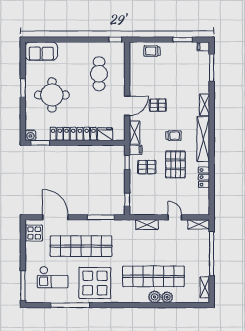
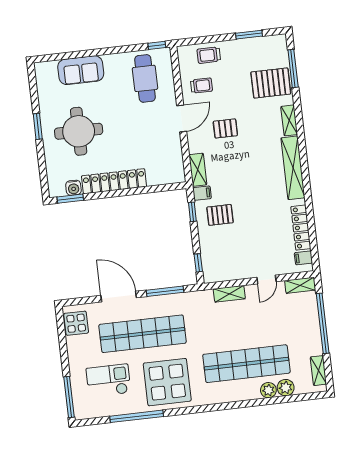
filing cabinet: (203, 46) -> (303, 258), moved
sofa: (41, 51) -> (81, 70), moved
cafe table: (99, 74) -> (145, 78), moved
door: (127, 106) -> (182, 118), moved
fridge: (105, 134) -> (158, 176), removed
water cooler: (30, 135) -> (73, 188), moved
trolley: (174, 136) -> (202, 86), moved
pallet: (175, 164) -> (271, 83), moved, turned 90
locker: (204, 177) -> (301, 228), width x1.53
door: (55, 217) -> (119, 297), moved
door: (175, 217) -> (266, 279), swing flipped
checkout: (53, 277) -> (108, 381), turned 180
plant: (155, 297) -> (286, 388), moved

